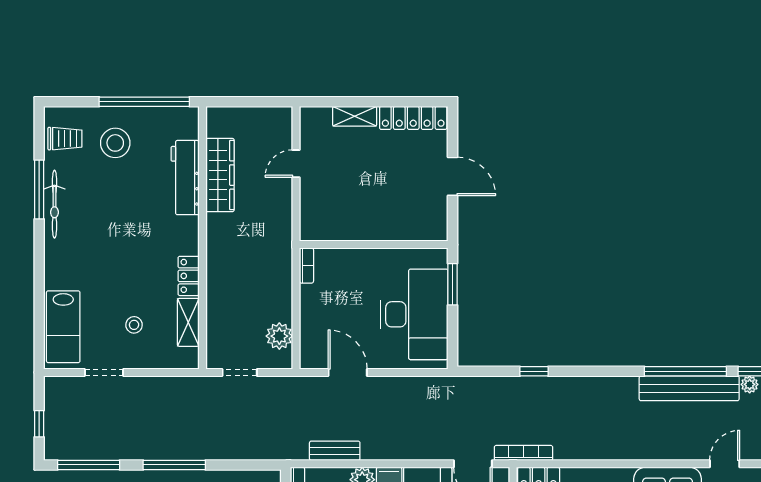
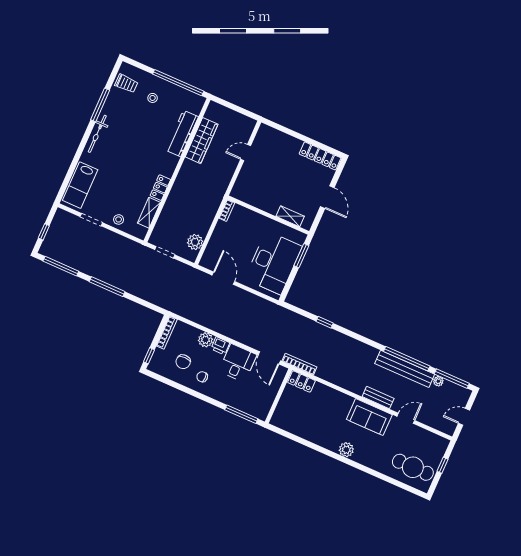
shelving: (355, 116) -> (290, 216), moved
stool: (115, 143) -> (153, 98), width x0.53, depth x0.53
bicycle: (54, 204) -> (97, 134), moved
stool: (134, 325) -> (119, 219), moved
bench: (335, 451) -> (378, 398), moved

